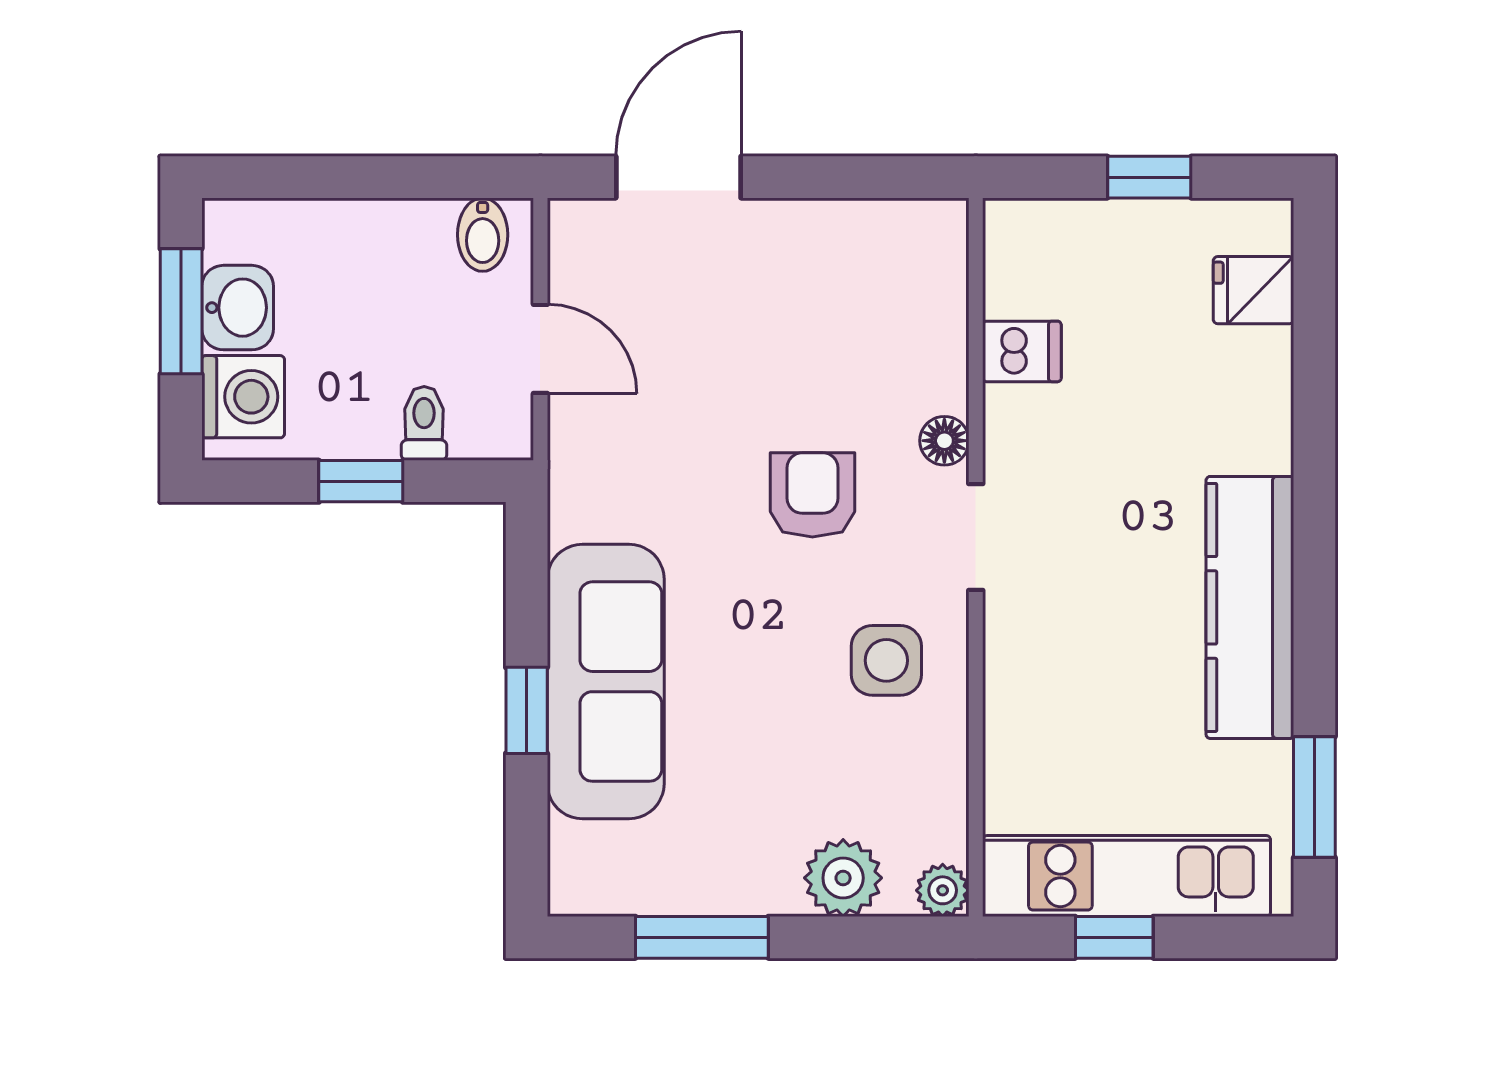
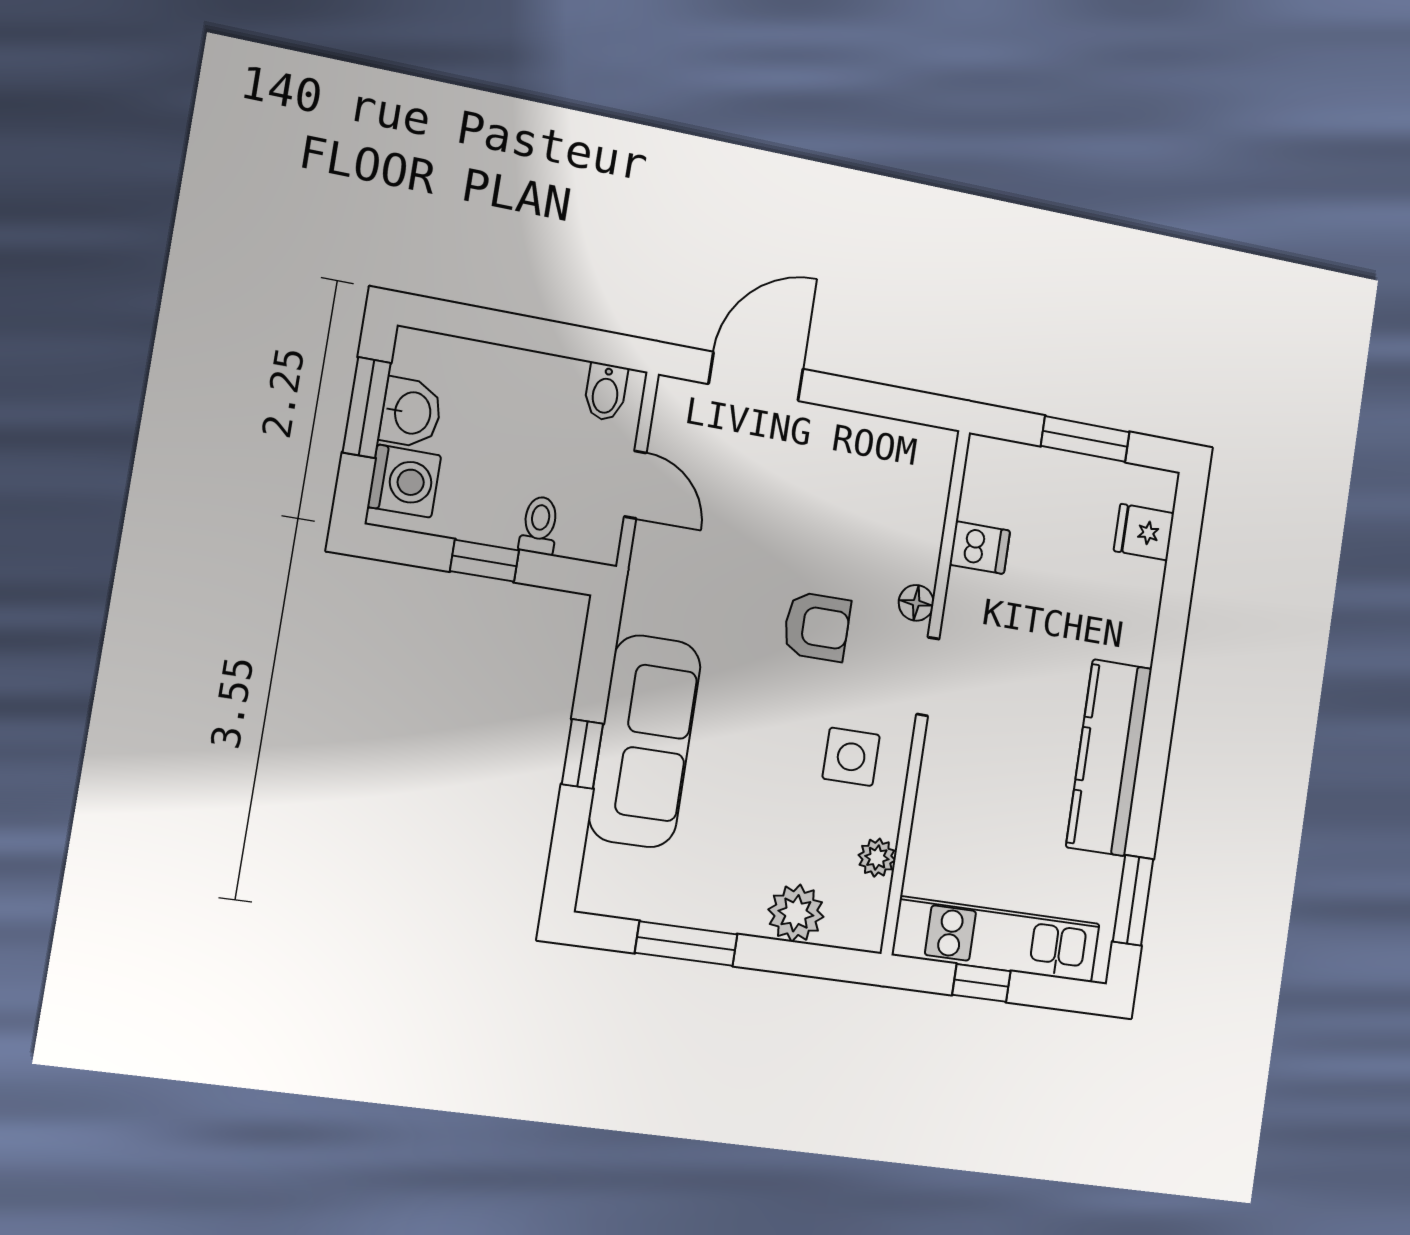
window: (1149, 177) -> (1085, 439), width x1.50
armchair: (812, 495) -> (817, 627), turned 90
plant: (943, 890) -> (877, 858), moved

